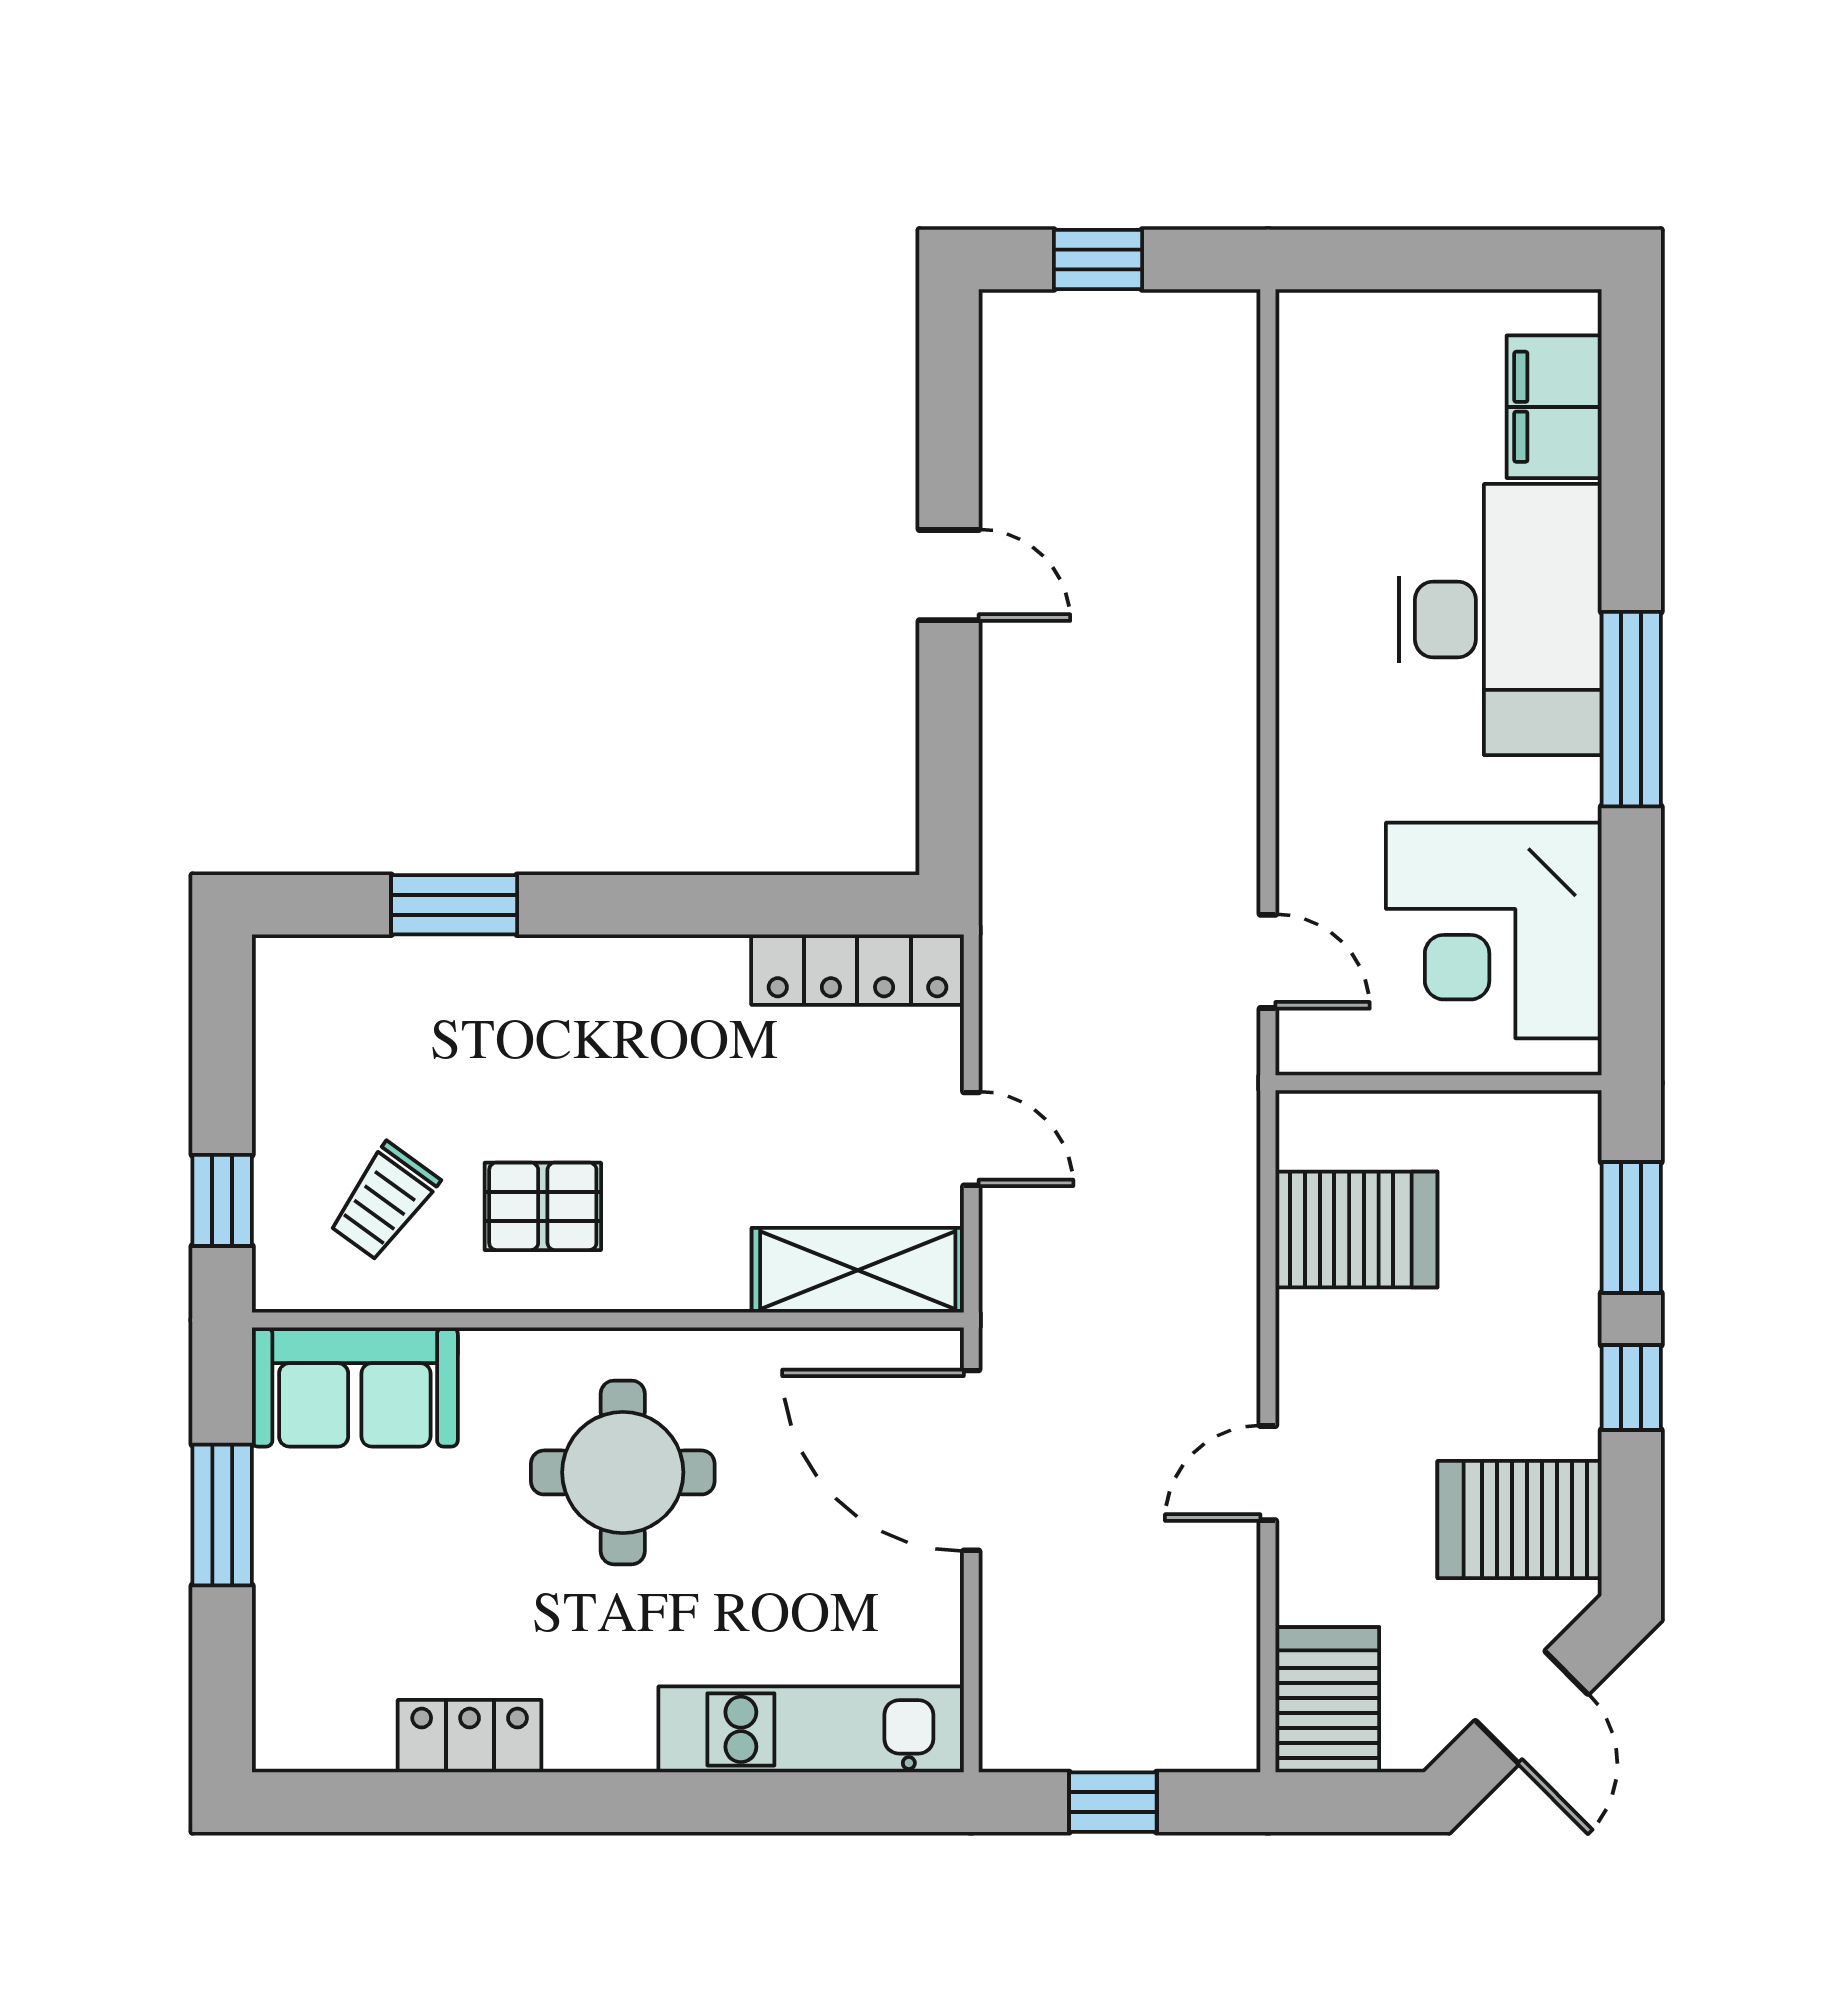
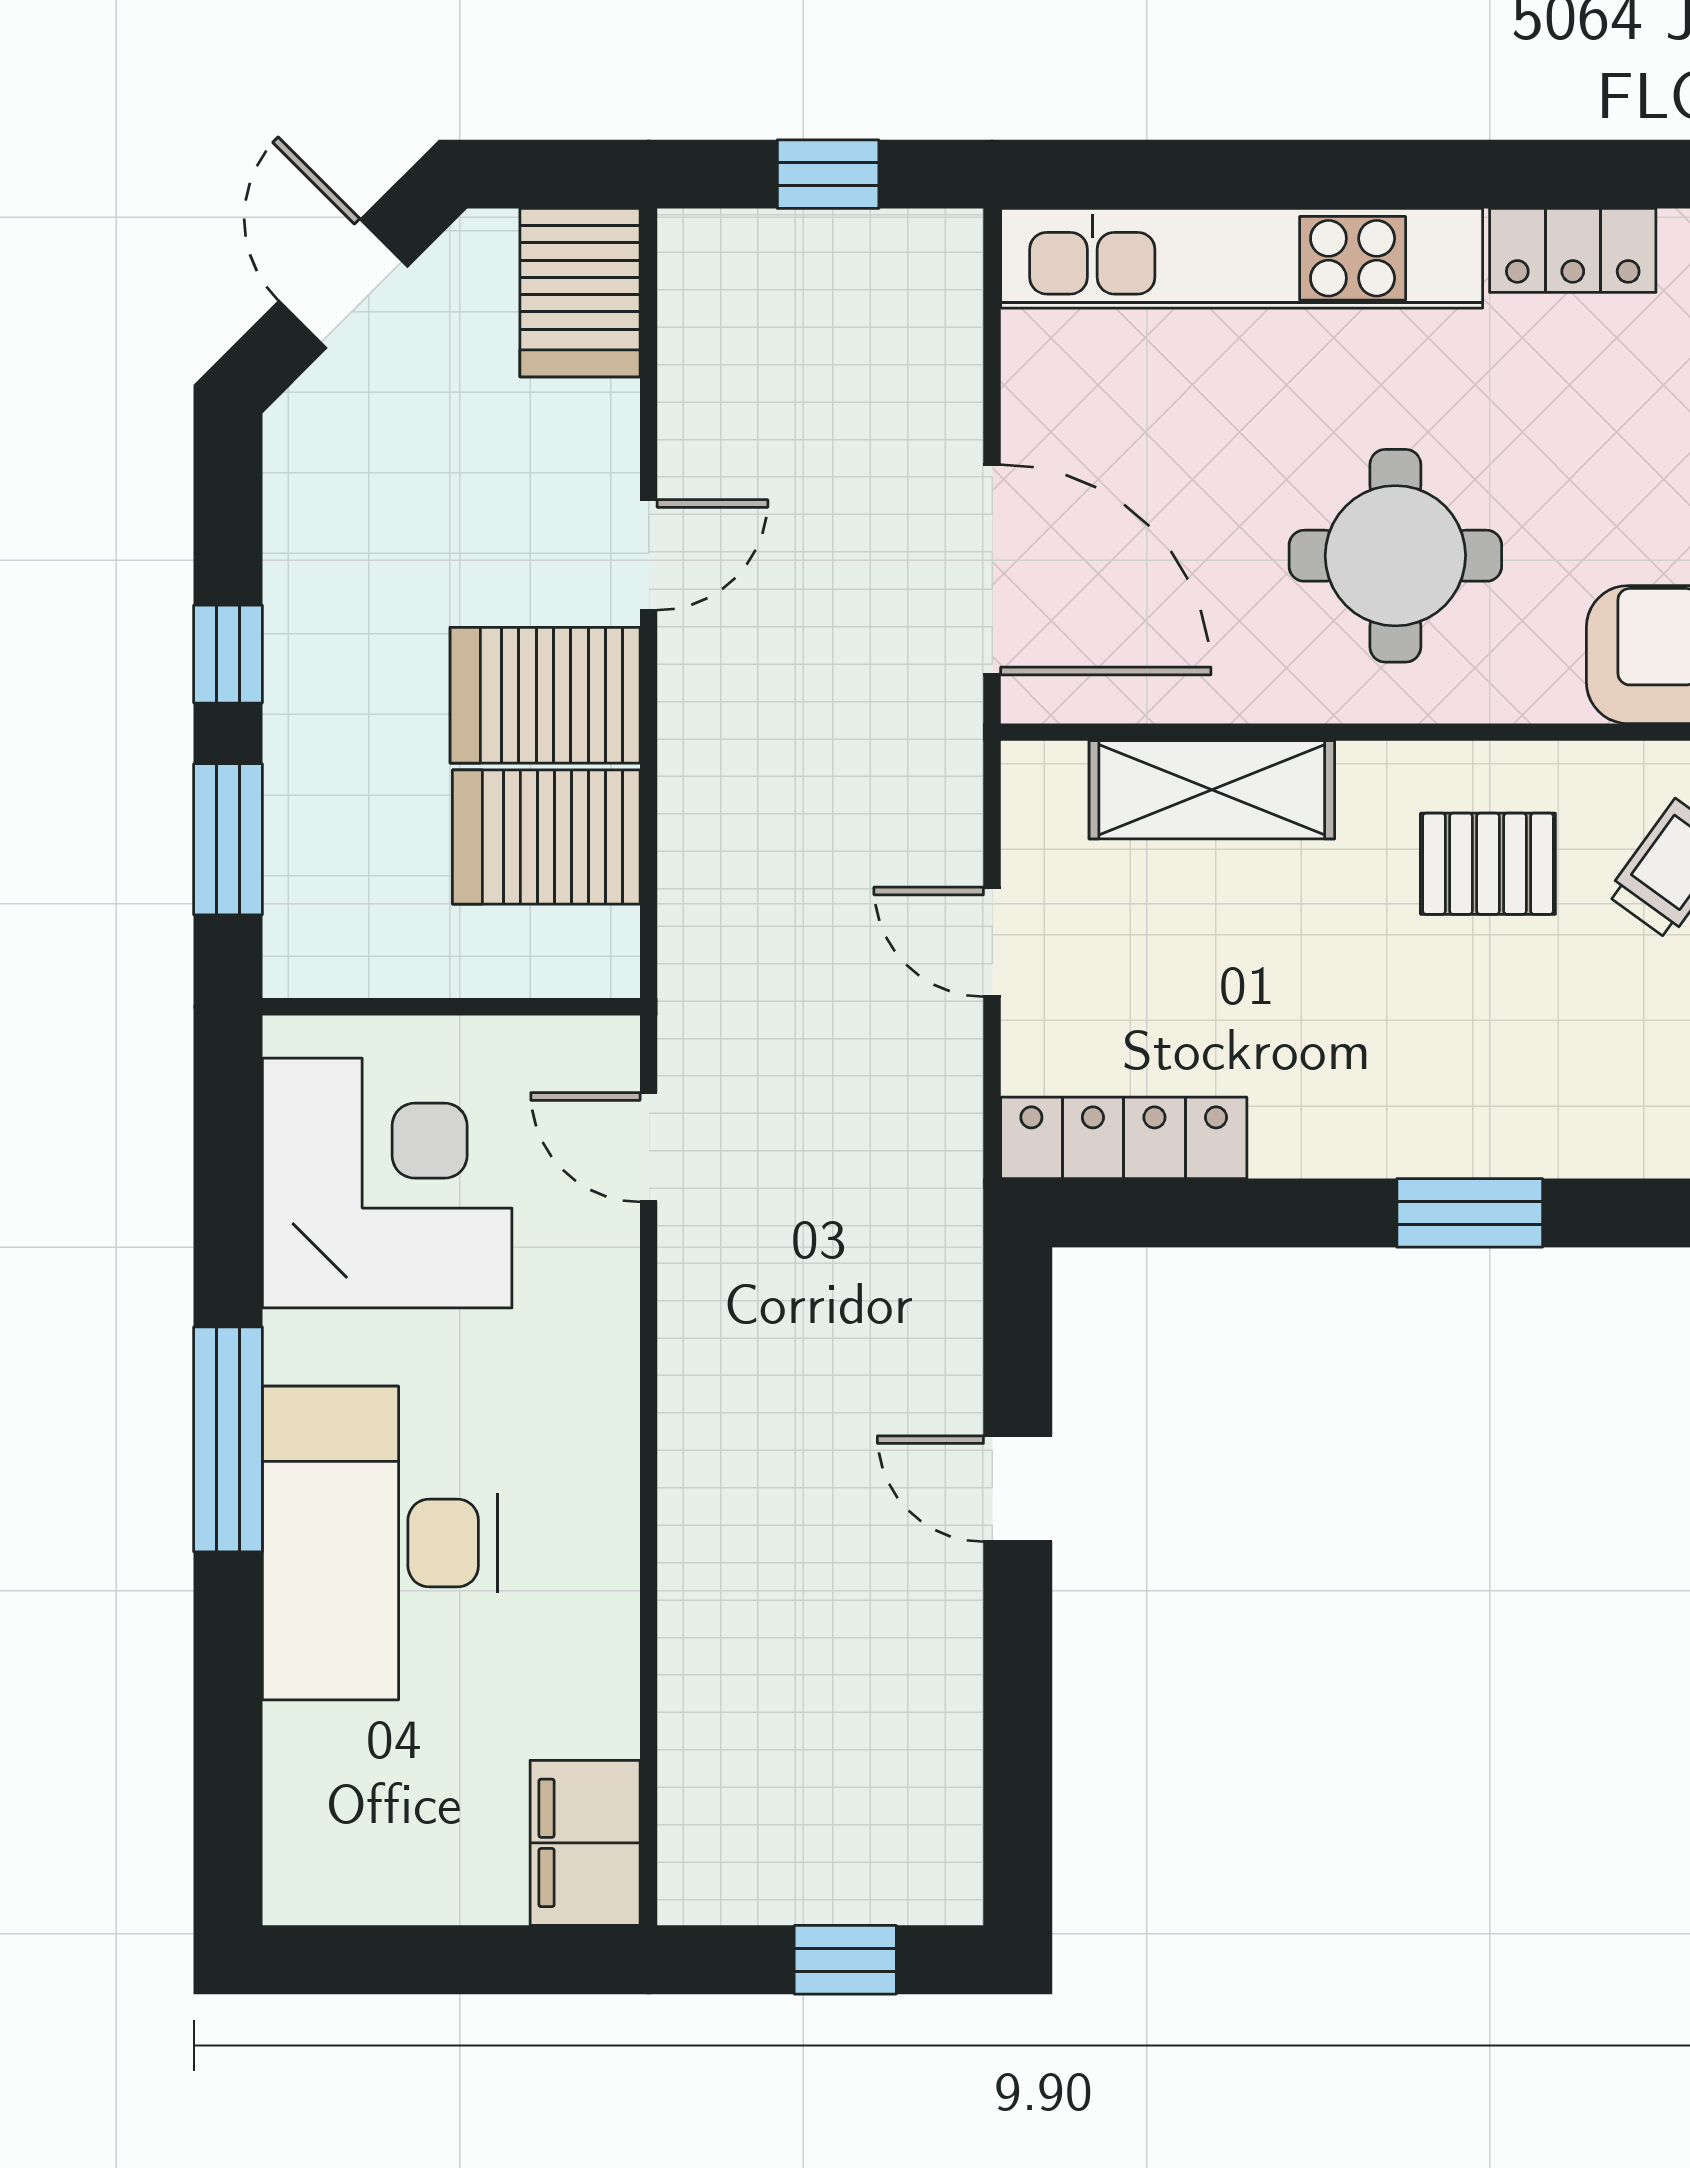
filing cabinet: (1554, 407) -> (585, 1843), moved, turned 180
door: (949, 575) -> (1018, 1489), moved
window: (454, 905) -> (1470, 1213), moved
shelving: (858, 1270) -> (1212, 790), moved
server rack: (1520, 1520) -> (545, 695), moved, turned 180
kitchen unit: (811, 1729) -> (1242, 258), width x1.36

